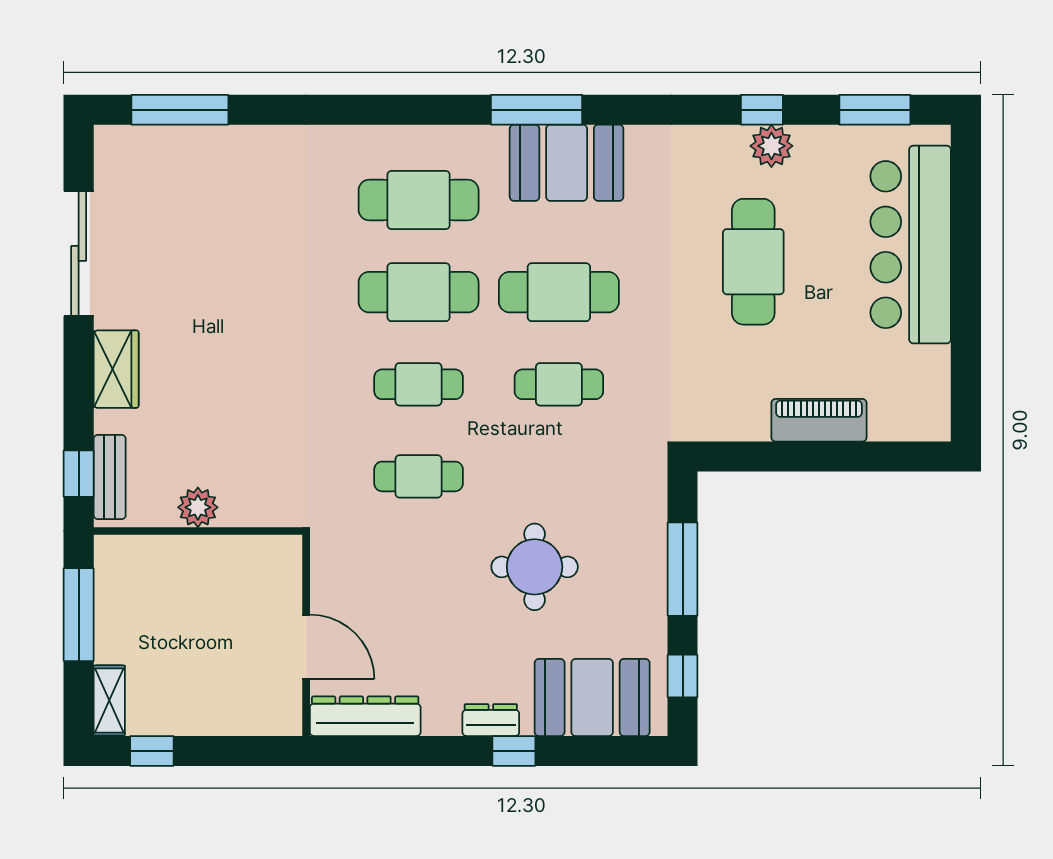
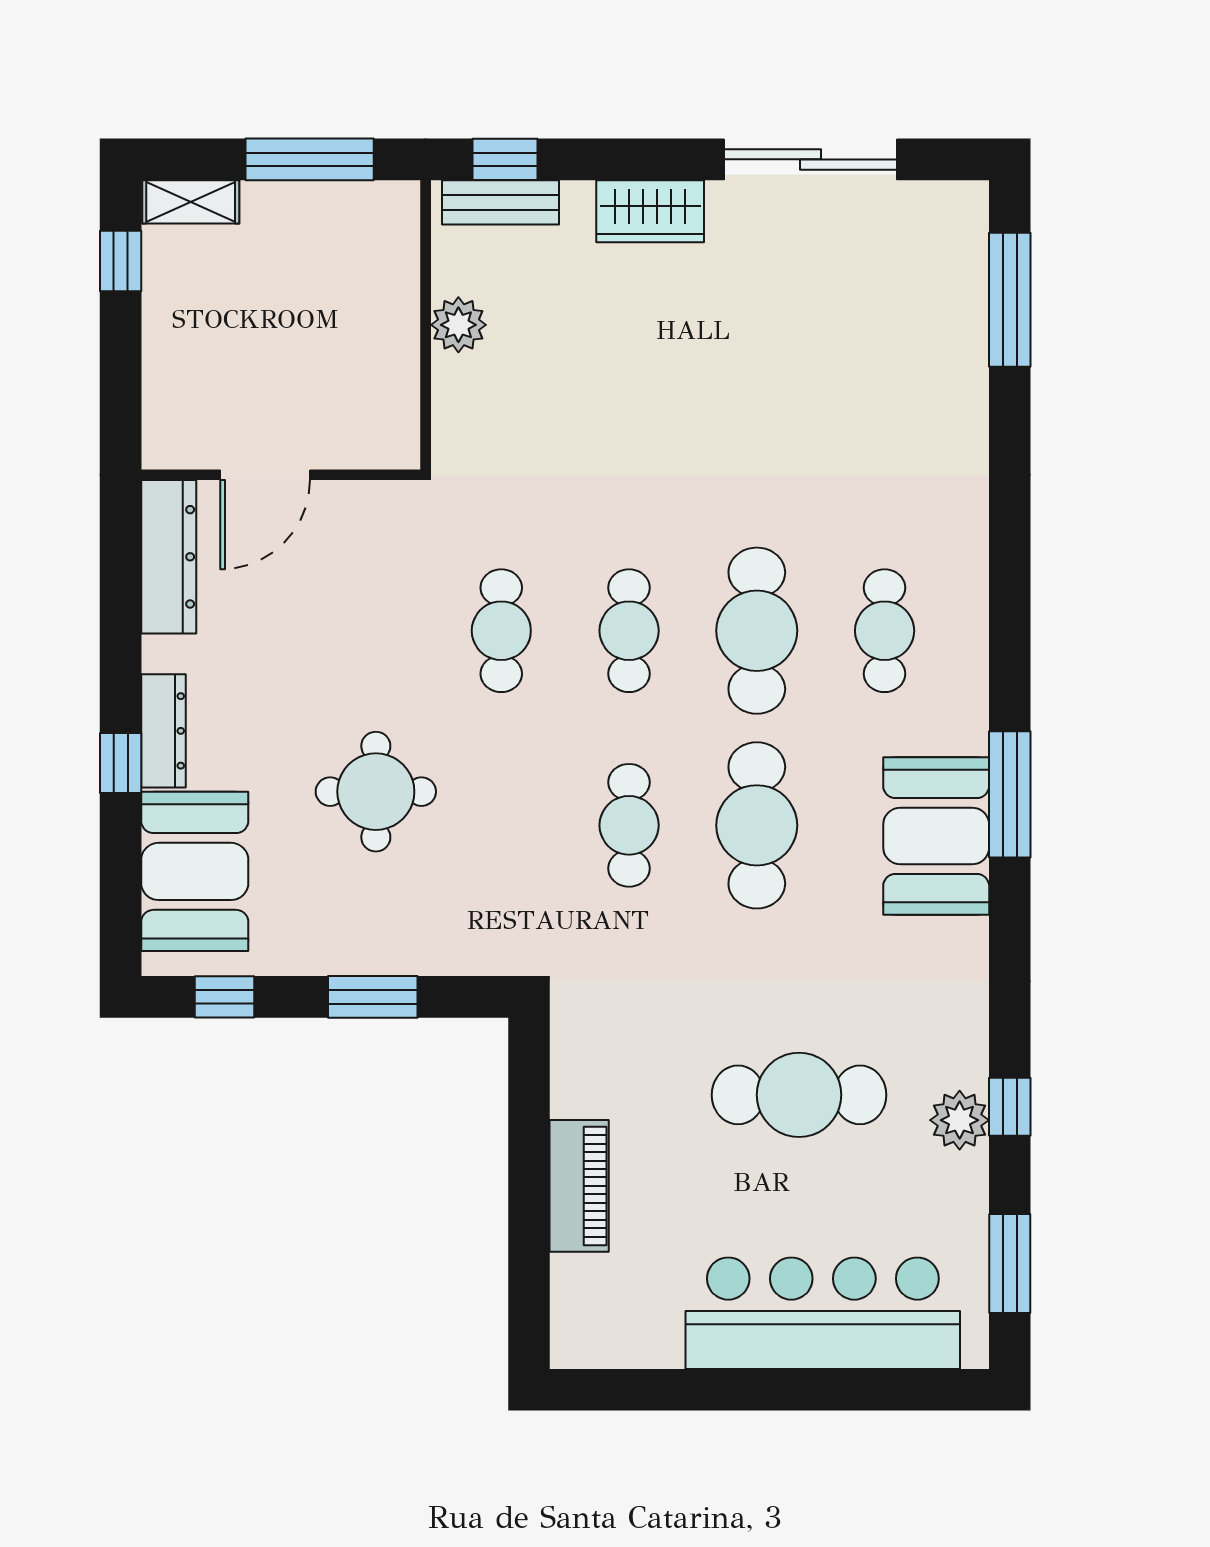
cafe table: (419, 200) -> (885, 631), width x0.73, depth x0.74
window: (683, 569) -> (373, 997), width x0.69
dresser: (491, 720) -> (163, 731), width x1.44

